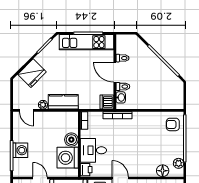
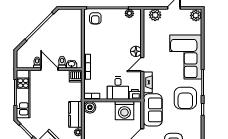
door: (115, 72) -> (49, 69), swing flipped
boiler: (71, 140) -> (90, 107), moved
floor lamp: (163, 171) -> (136, 51), moved

